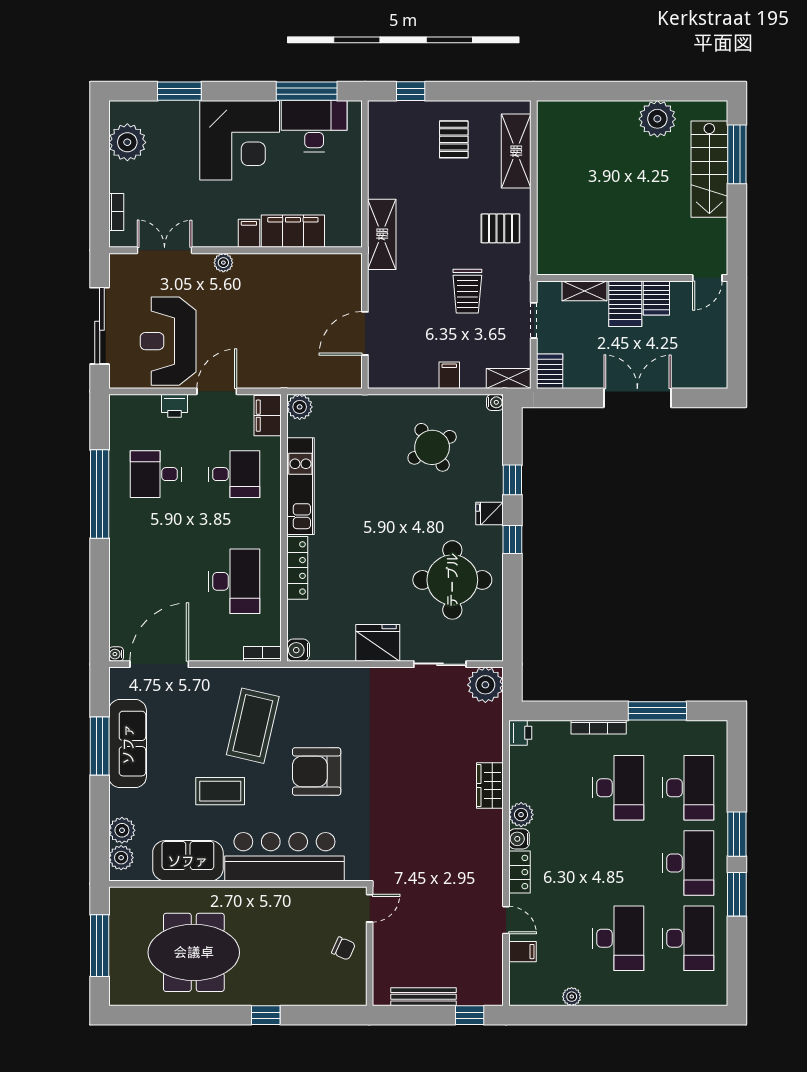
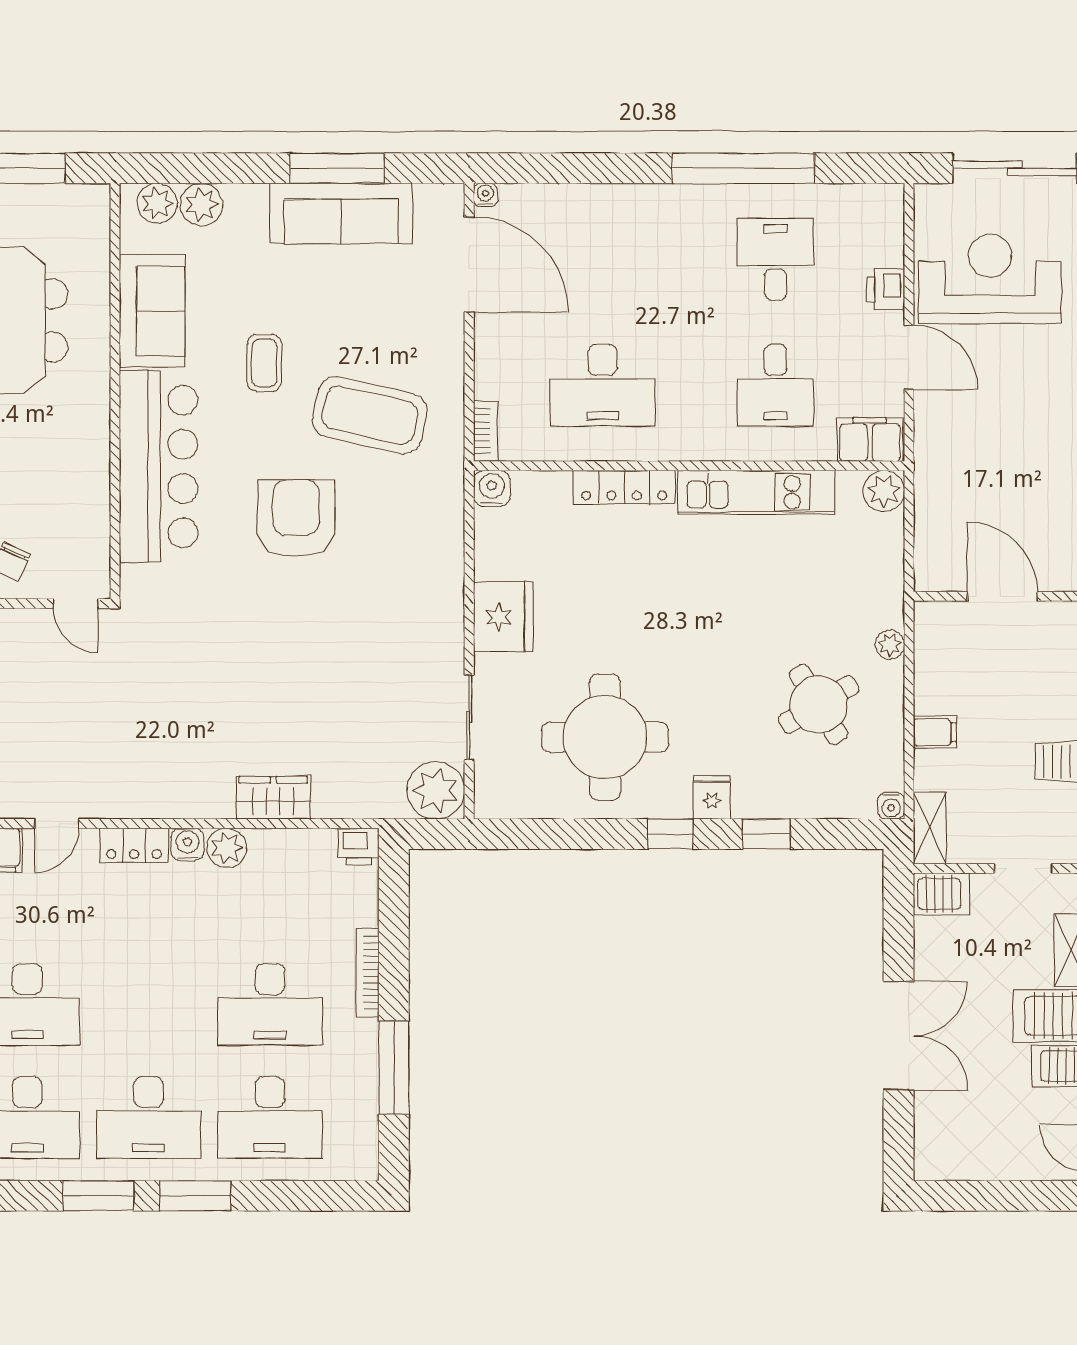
plant: (395, 403) -> (890, 645), added
coffee table: (220, 791) -> (264, 363), width x0.73, depth x0.77

